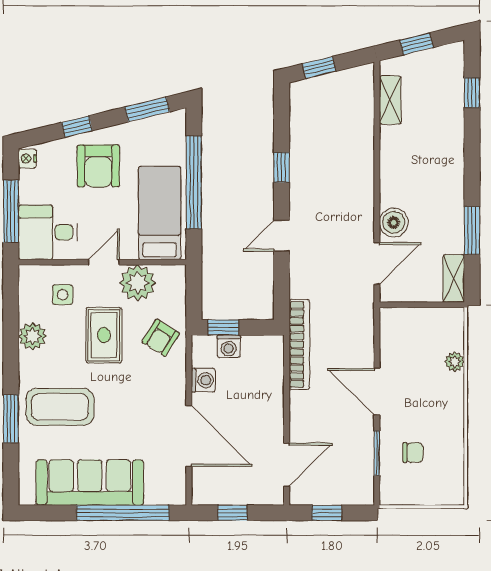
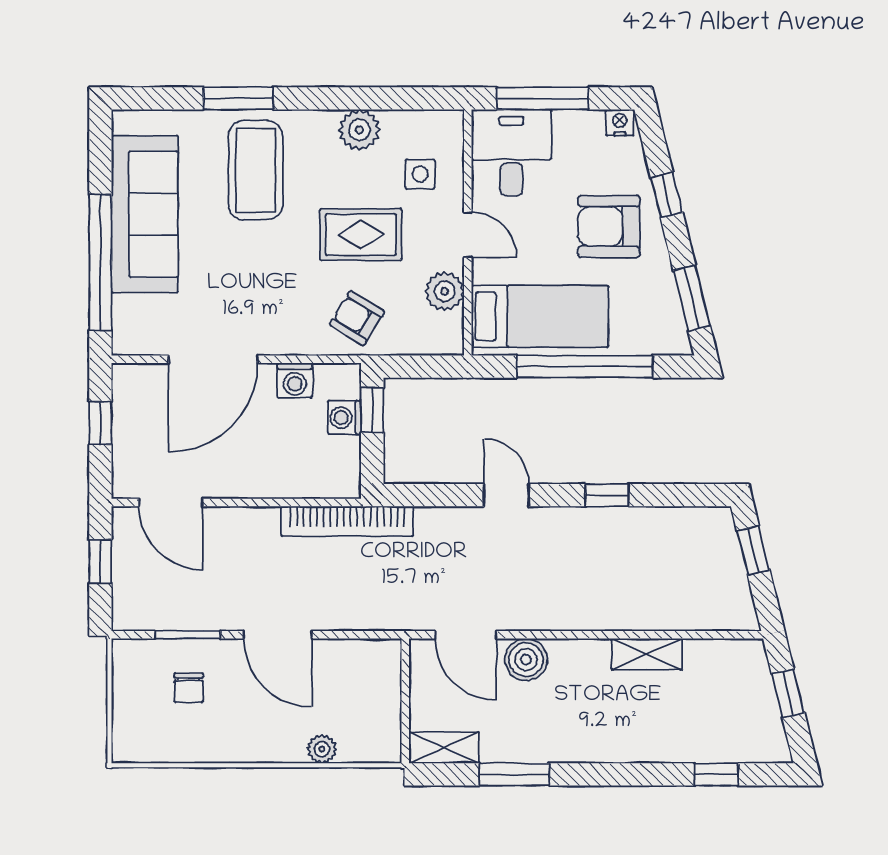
shelving: (390, 100) -> (647, 654), moved
plant: (138, 283) -> (445, 291), width x0.73, depth x0.73
door: (377, 392) -> (278, 635), swing flipped

